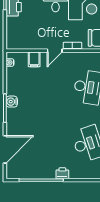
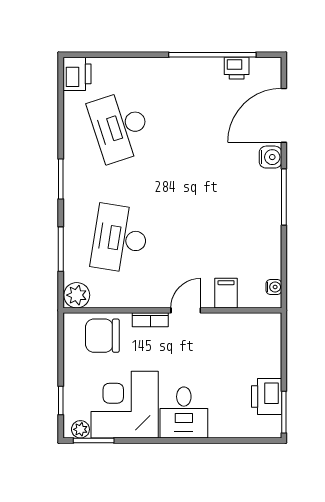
water cooler: (12, 102) -> (270, 157), moved
printer: (62, 173) -> (237, 68), moved

